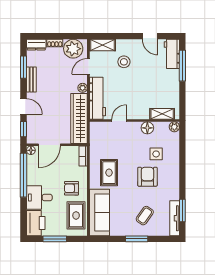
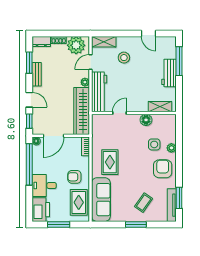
workbench: (172, 54) -> (169, 73), moved
plant: (174, 127) -> (171, 148), moved
armchair: (147, 177) -> (163, 169), moved

